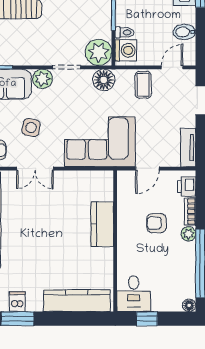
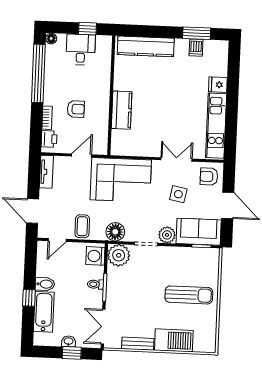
toilet: (125, 32) -> (95, 284), moved
bidet: (184, 32) -> (45, 284), moved
plant: (188, 234) -> (49, 99), removed
desk: (134, 294) -> (81, 50), moved

